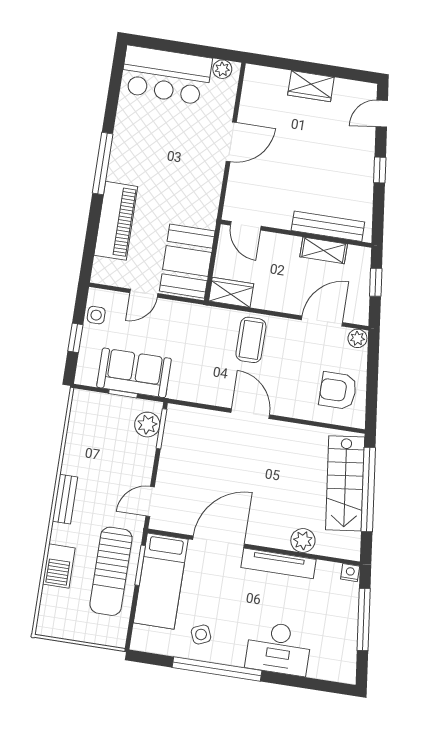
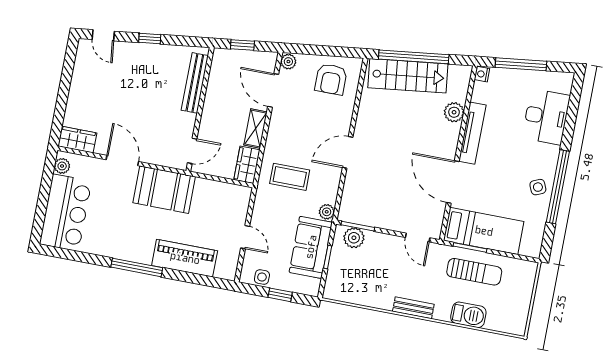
wardrobe: (311, 86) -> (77, 140), moved, turned -90
shelving: (324, 250) -> (256, 129), moved
booth: (187, 261) -> (164, 190), moved
coffee table: (251, 340) -> (290, 177), moved
plant: (178, 391) -> (327, 212), added
sun lounger: (111, 571) -> (474, 272), width x0.73, depth x0.75
side table: (201, 634) -> (538, 187), moved
desk: (279, 648) -> (546, 117), moved

